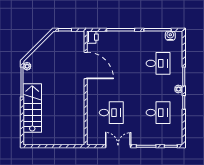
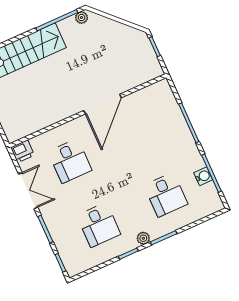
water cooler: (170, 36) -> (203, 176), moved
printer: (92, 37) -> (22, 151), moved
door: (86, 65) -> (103, 104), moved

